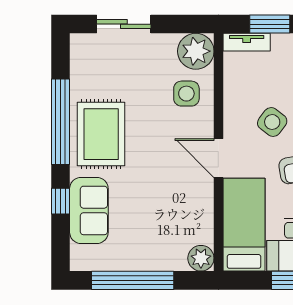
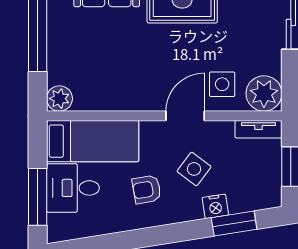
tv unit: (247, 42) -> (258, 129), moved, turned -90
door: (218, 158) -> (185, 116), moved

